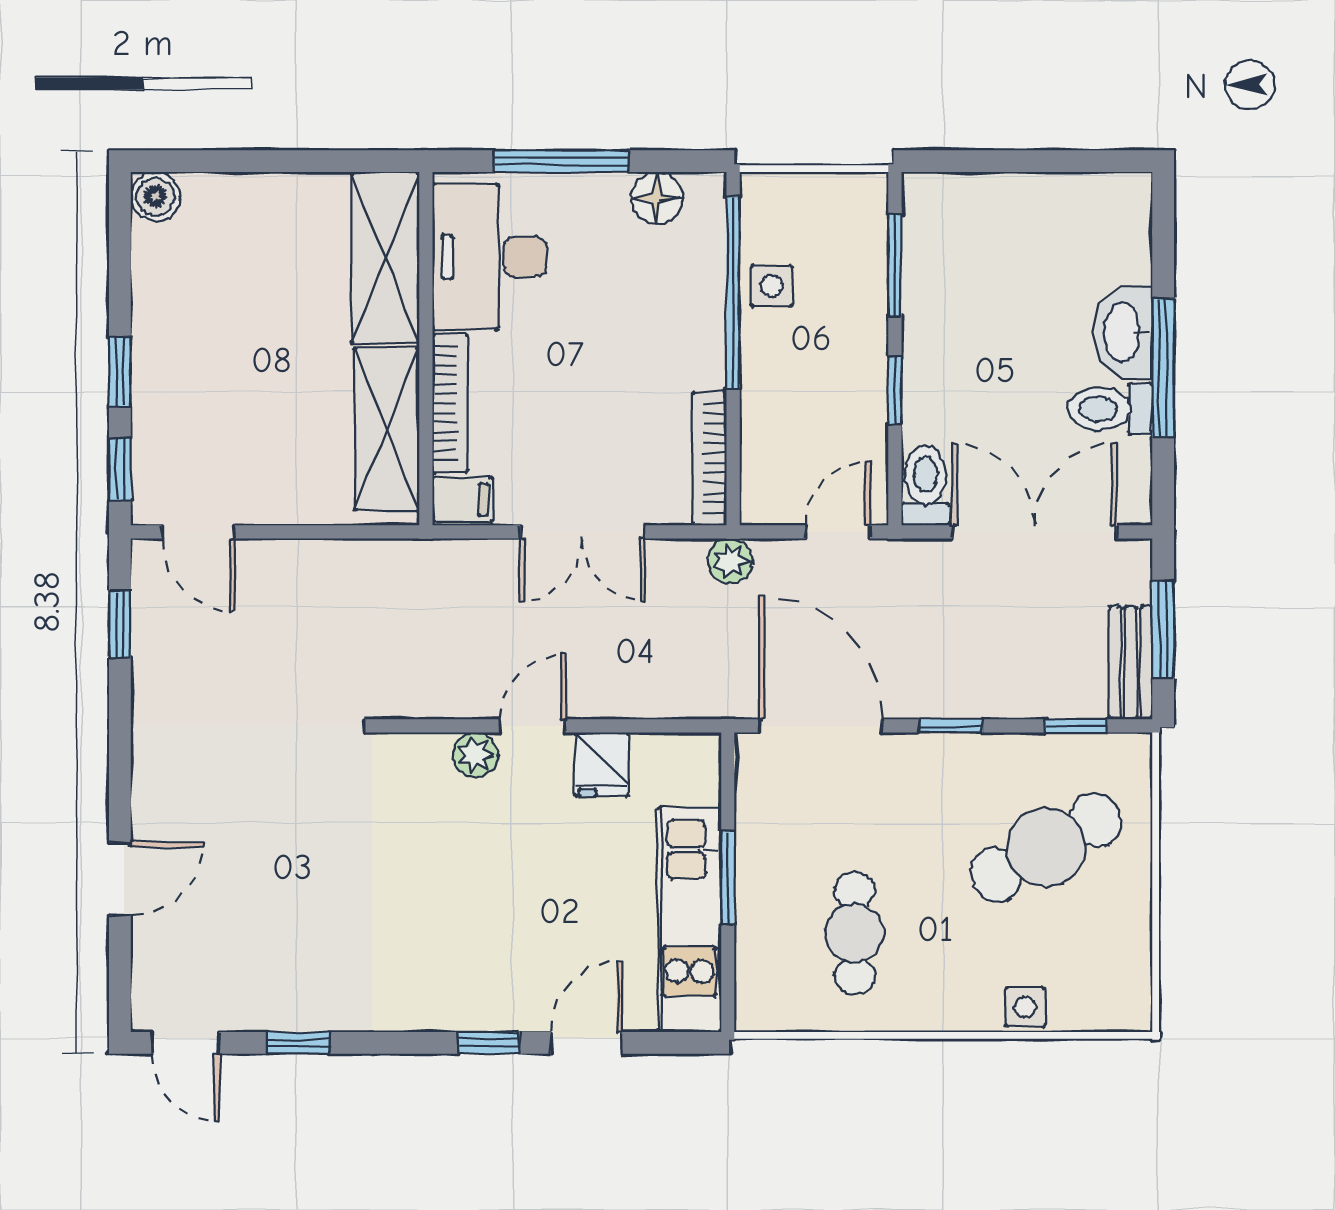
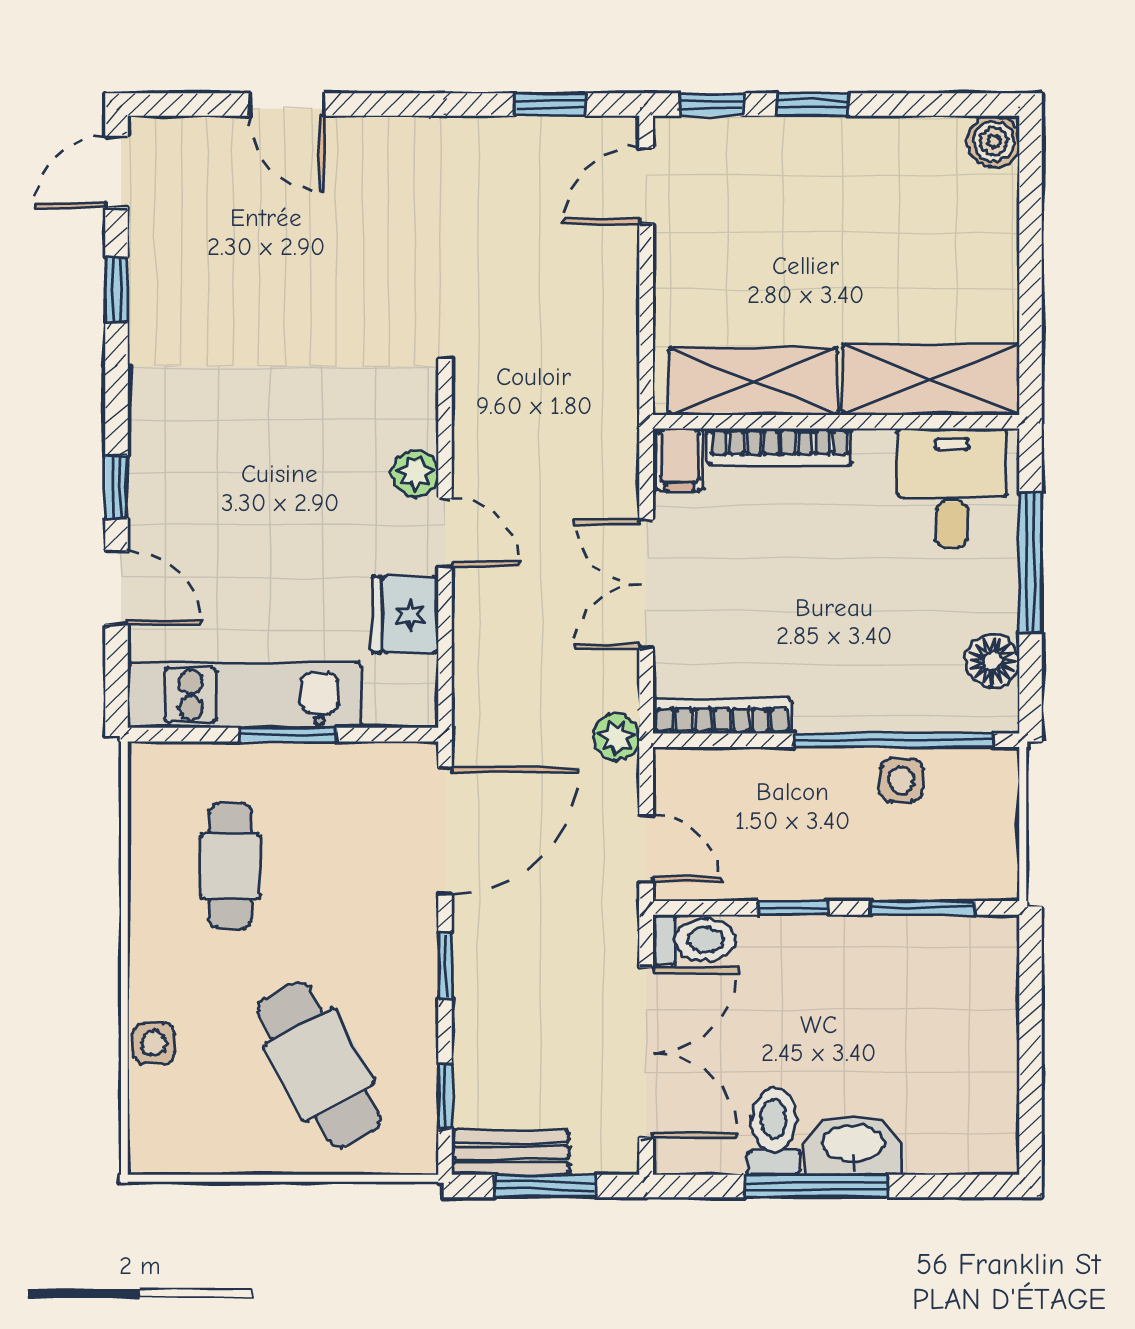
desk: (490, 257) -> (952, 488), width x0.73
fridge: (602, 764) -> (405, 615), width x1.38
cafe table: (854, 933) -> (230, 866), turned 90

